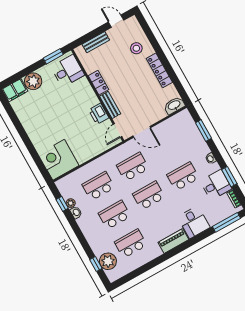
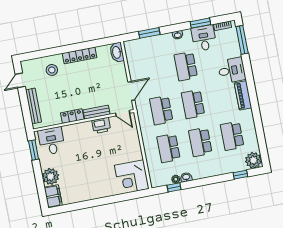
bench: (96, 42) -> (33, 106), width x1.36
plant: (108, 261) -> (253, 160), moved

